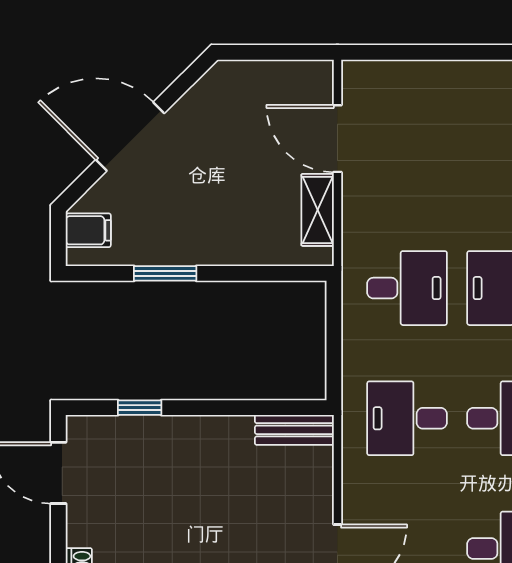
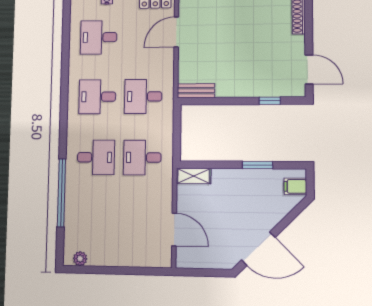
door: (130, 137) -> (258, 249), moved
shelving: (318, 210) -> (194, 176), moved, turned 90
desk: (407, 418) -> (143, 96), turned 180

